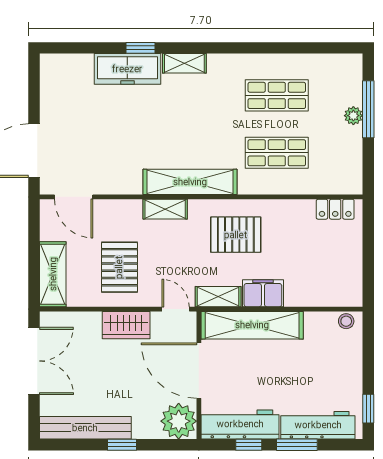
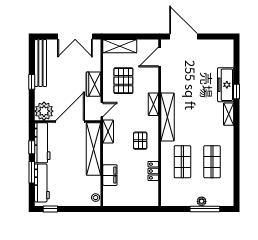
locker: (335, 209) -> (153, 171), moved
pallet: (236, 235) -> (140, 141), width x0.67, depth x0.71
pallet: (119, 267) -> (123, 81), turned 90
filing cabinet: (263, 293) -> (110, 175), moved

